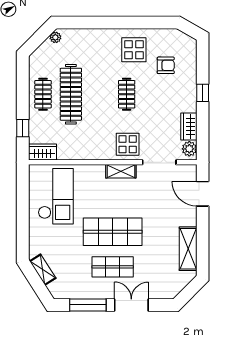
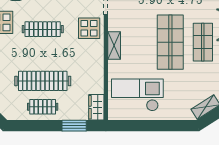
clothes rail: (127, 94) -> (43, 29), width x1.36
window: (23, 128) -> (74, 126), width x1.50
shelving: (121, 171) -> (114, 46), moved

